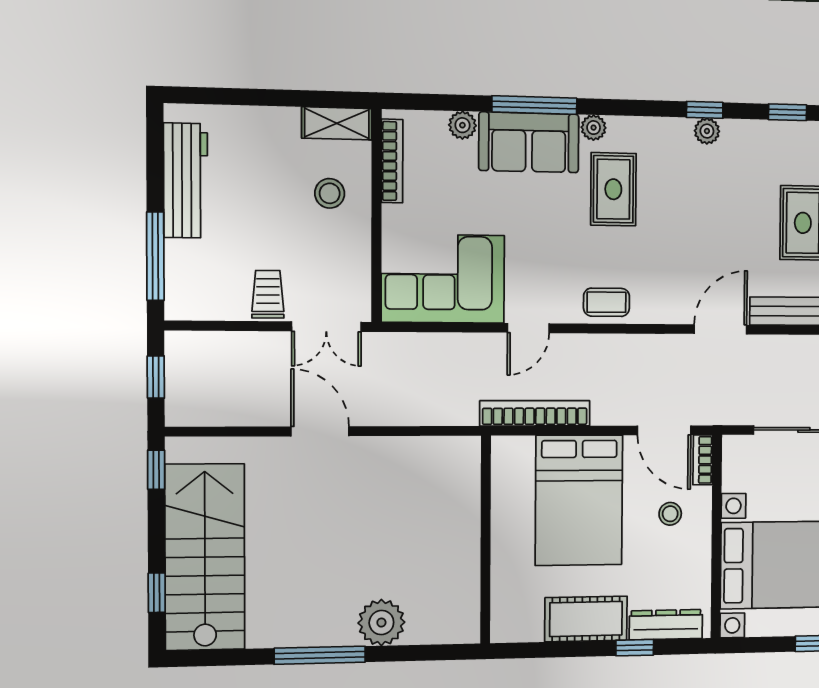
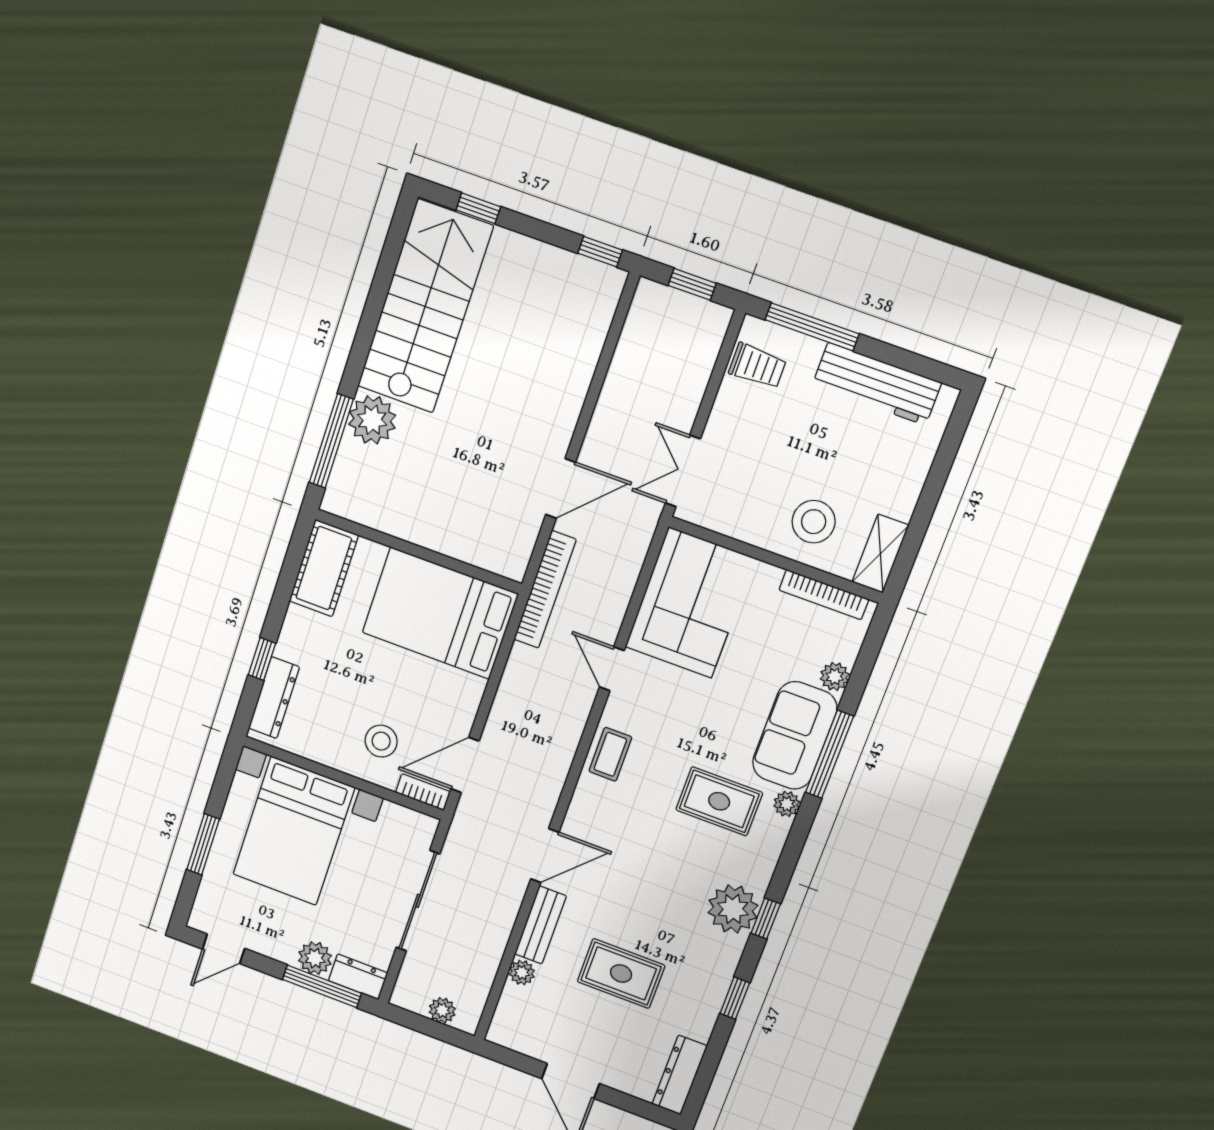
plant: (707, 131) -> (733, 909), width x1.87, depth x1.87
stool: (330, 193) -> (814, 522), width x1.38, depth x1.38
trolley: (268, 294) -> (758, 366), moved
door: (721, 329) -> (545, 856), hinge flipped
bookcase: (535, 413) -> (545, 590), moved
door: (320, 431) -> (561, 488), moved
bed: (579, 500) -> (440, 613), moved
stool: (670, 514) -> (381, 741), width x1.37, depth x1.37
stairs: (205, 557) -> (425, 306), moved, turned -90
cot: (586, 619) -> (324, 568), moved
window: (320, 655) -> (331, 441), moved

